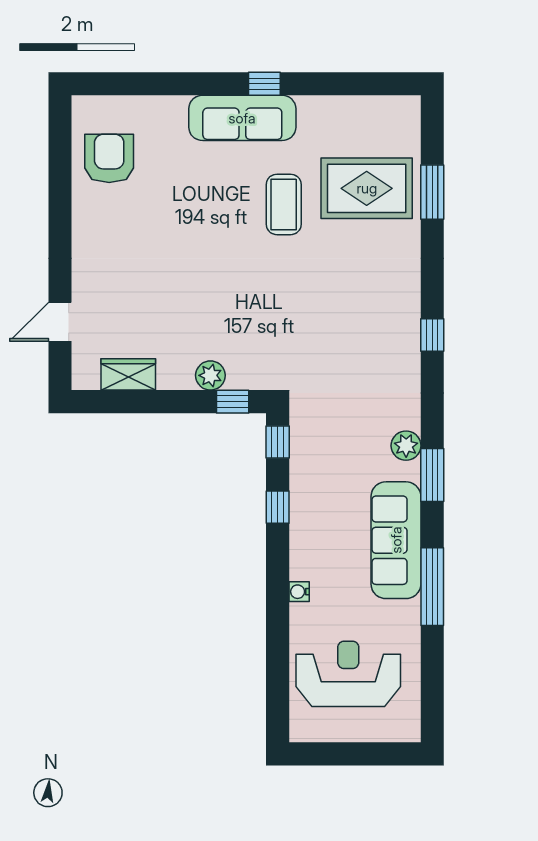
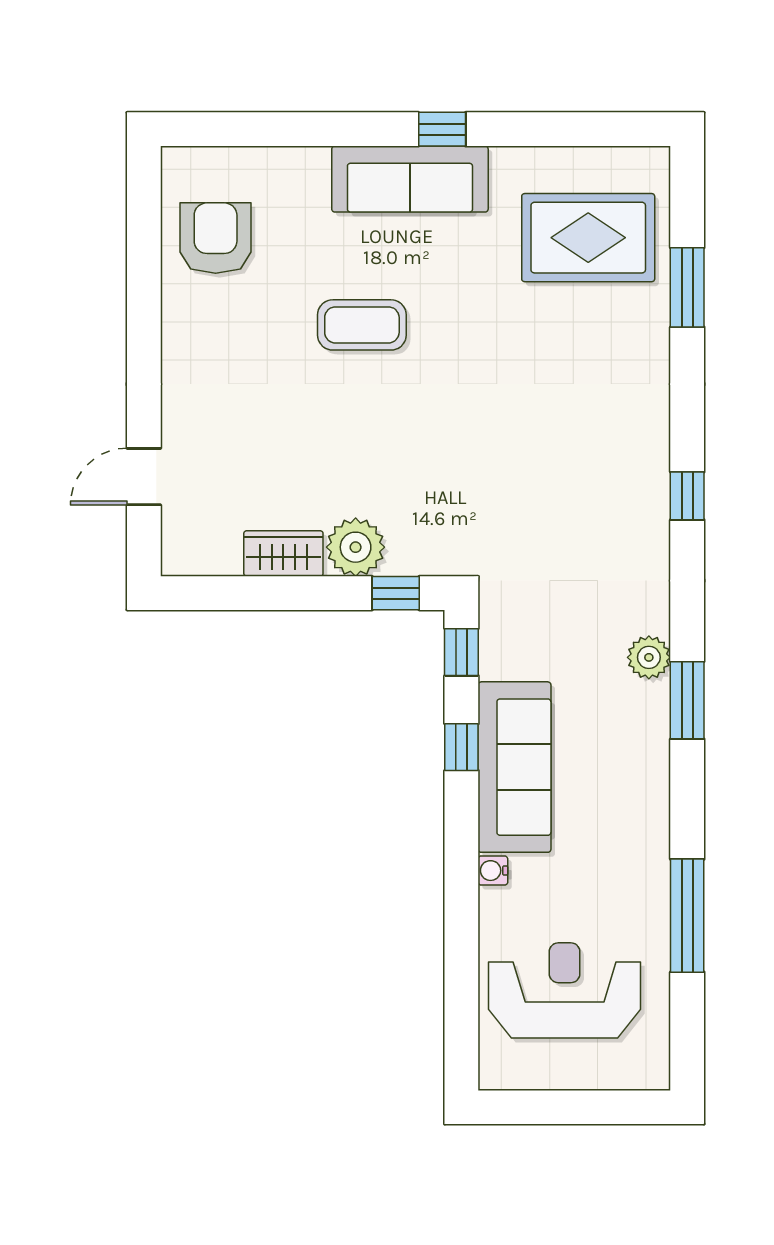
rug: (367, 188) -> (588, 238), moved
coffee table: (284, 204) -> (362, 325), moved, turned 90
wardrobe: (128, 374) -> (283, 553), moved
plant: (210, 375) -> (356, 547), width x1.36, depth x1.36
sofa: (396, 540) -> (514, 767), moved, turned 180
window: (432, 587) -> (687, 916), moved

